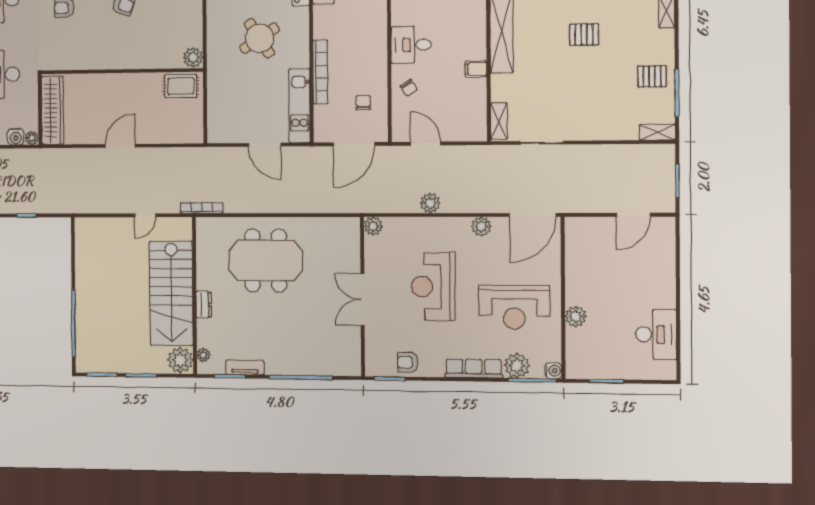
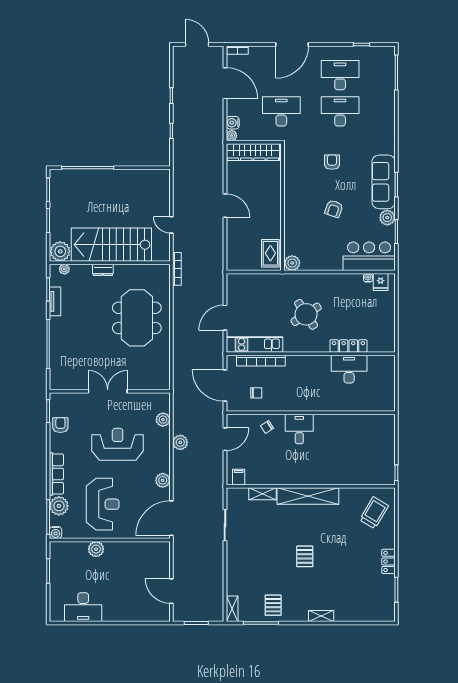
filing cabinet: (476, 69) -> (239, 477), moved
bookcase: (320, 72) -> (261, 361), moved
shelving: (499, 121) -> (263, 494), moved
door: (533, 215) -> (171, 518), hinge flipped
plant: (373, 226) -> (163, 420), moved
reception desk: (514, 307) -> (103, 504), turned 180

